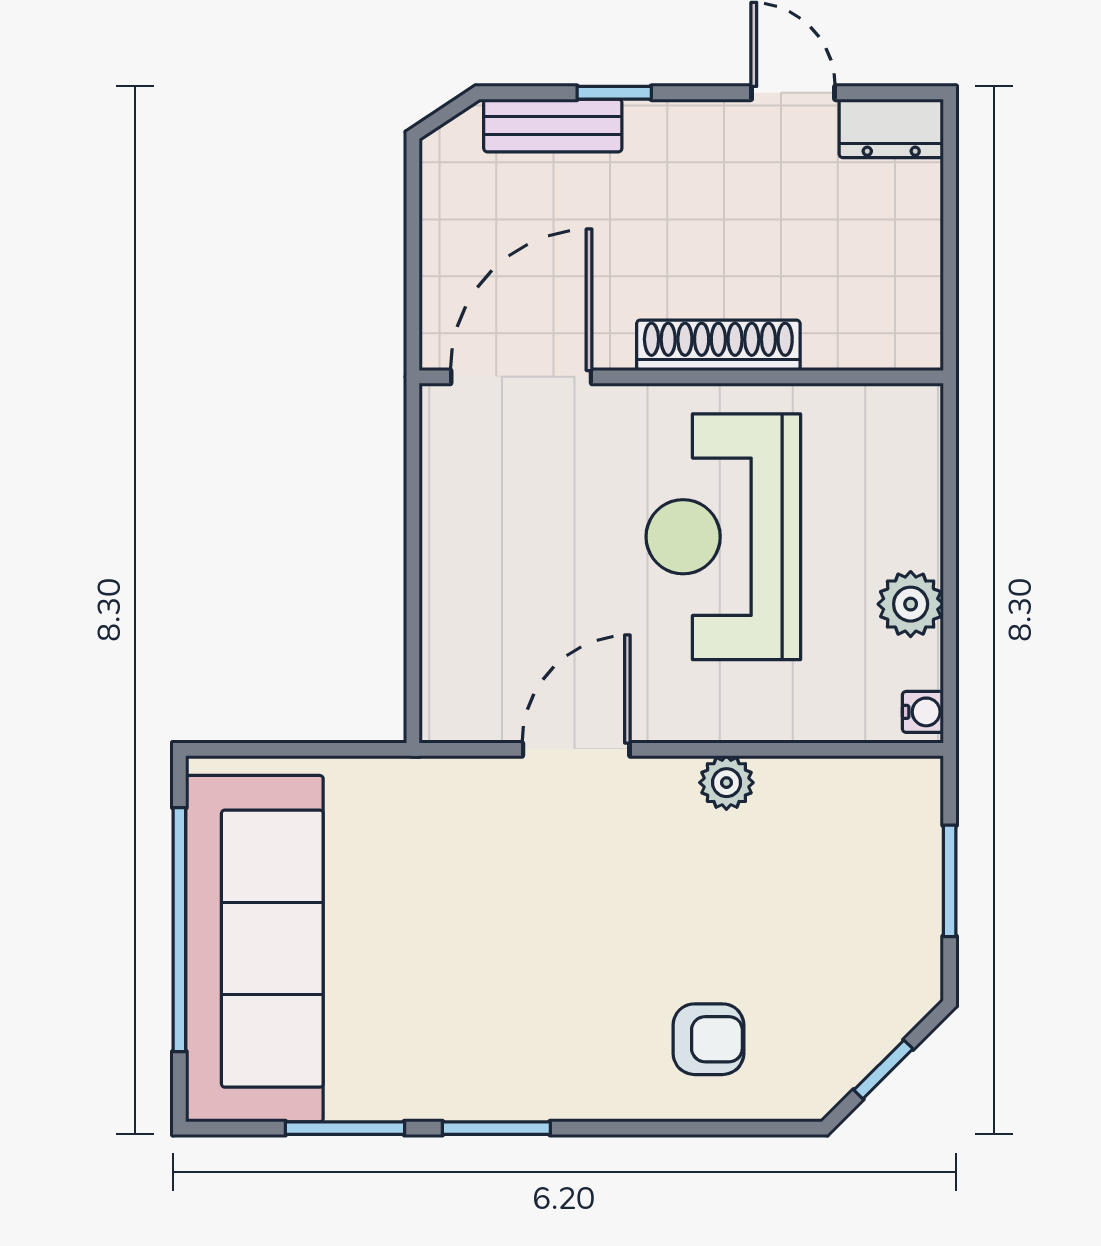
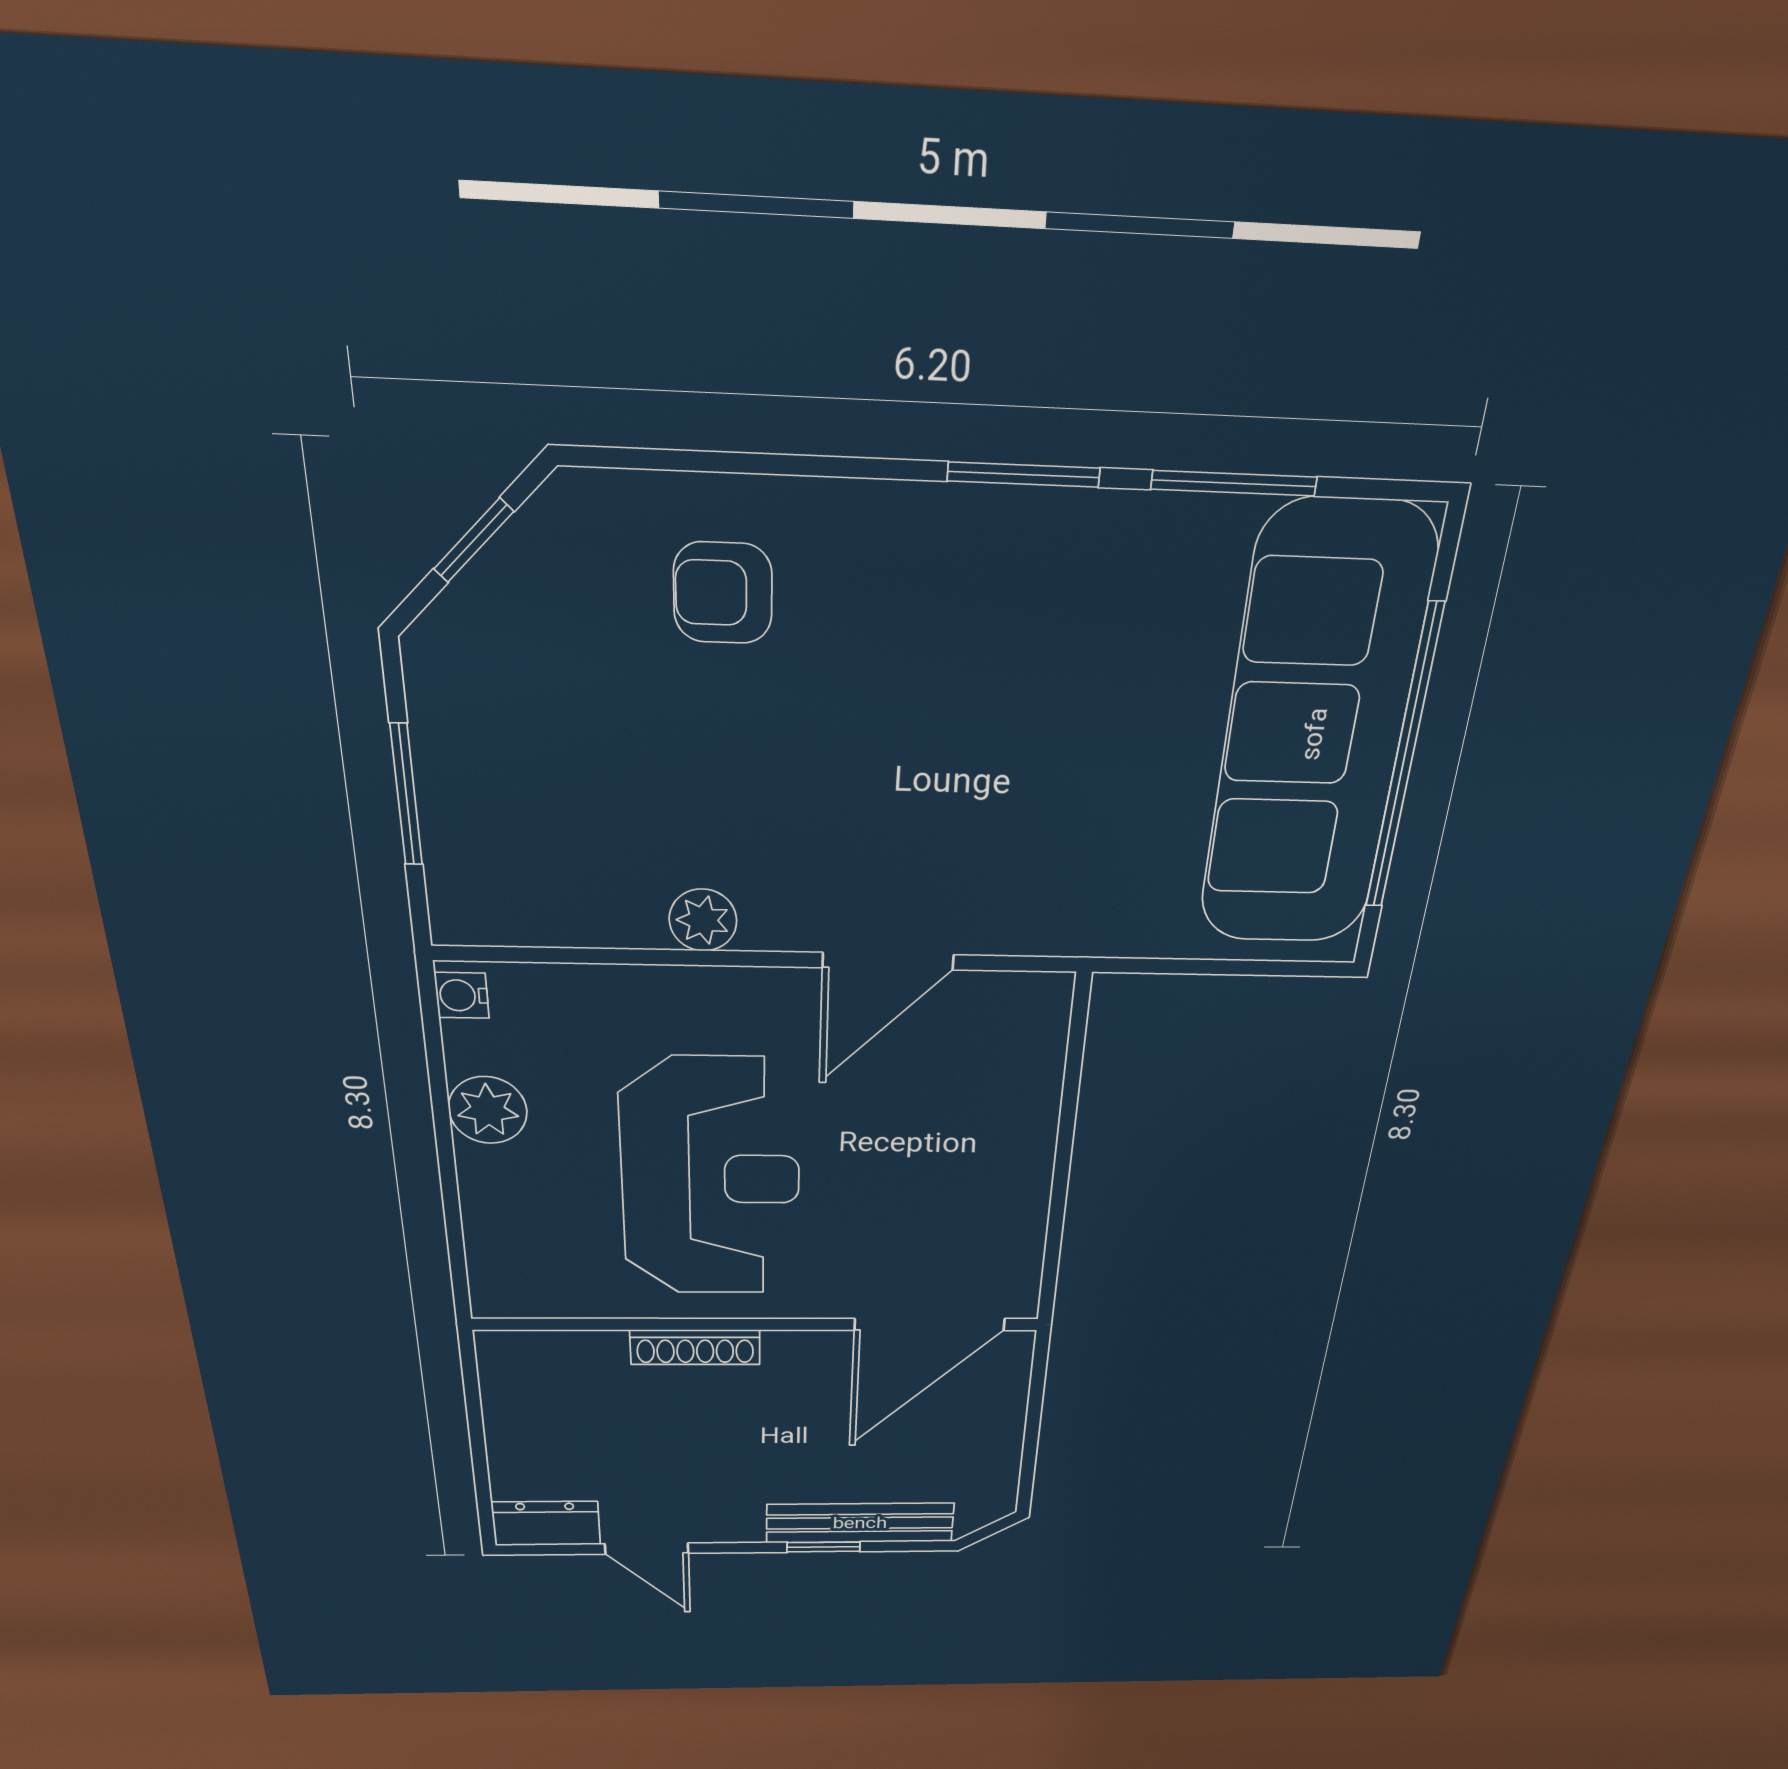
bench: (553, 125) -> (860, 1523), width x1.36
shoe rack: (718, 345) -> (695, 1347), width x0.74, depth x0.81

